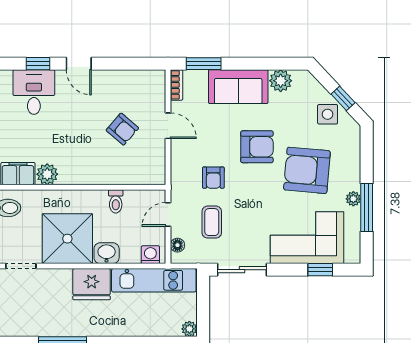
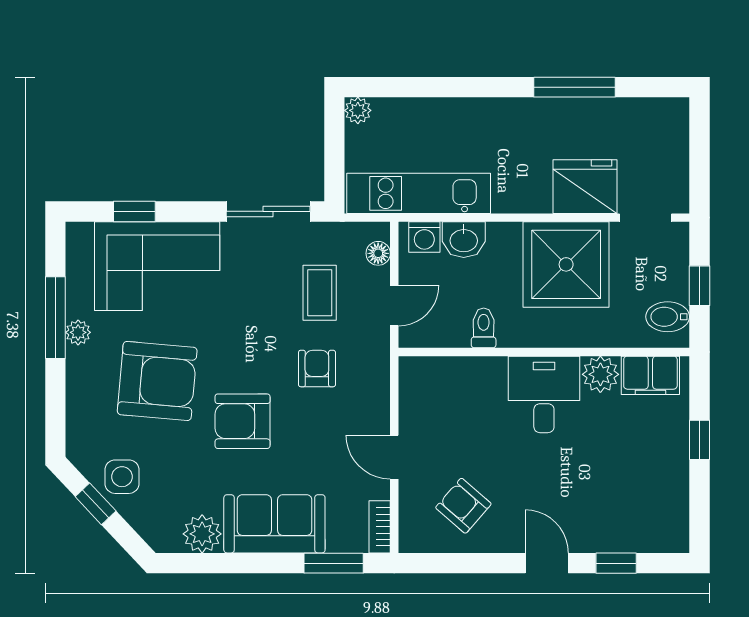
desk: (34, 92) -> (544, 394), moved, turned 180
armchair: (122, 129) -> (463, 506), moved
washbasin: (107, 253) -> (464, 240), moved
fridge: (92, 284) -> (585, 187), moved

